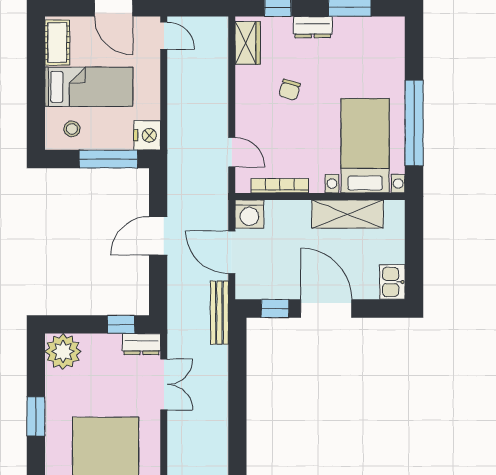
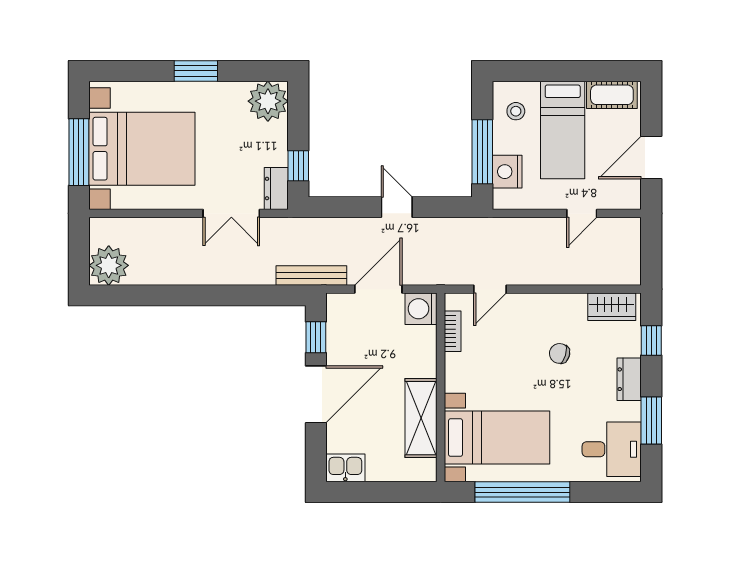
door: (164, 36) -> (582, 213), moved
desk: (376, 43) -> (612, 449), added
nightstand: (147, 135) -> (507, 172), moved, turned 90
bookcase: (280, 186) -> (453, 331), width x0.64
door: (158, 236) -> (397, 207), width x0.73

